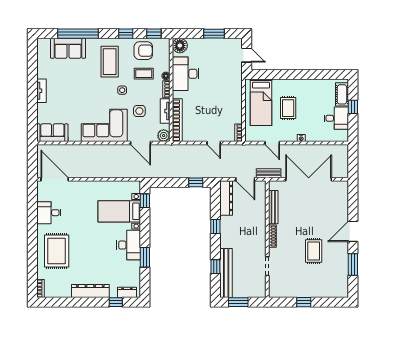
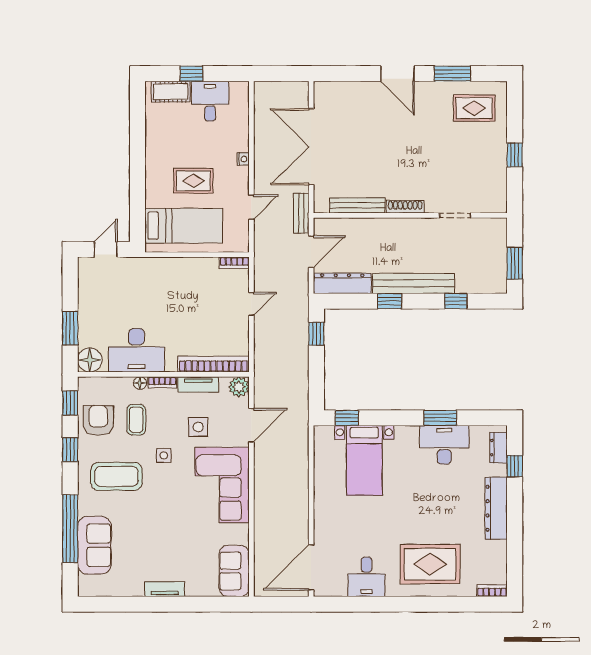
window: (214, 34) -> (70, 328), moved
desk: (129, 245) -> (444, 445), moved
rug: (314, 251) -> (474, 108), moved
bench: (226, 273) -> (414, 283), moved

